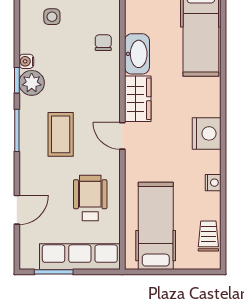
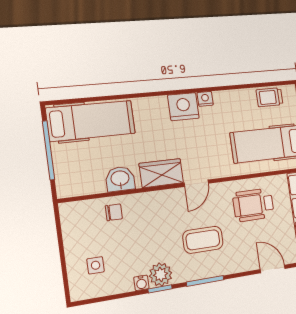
chair: (103, 43) -> (114, 212), turned 180
washbasin: (137, 54) -> (120, 179), width x0.72
nightstand: (213, 183) -> (205, 99), moved

